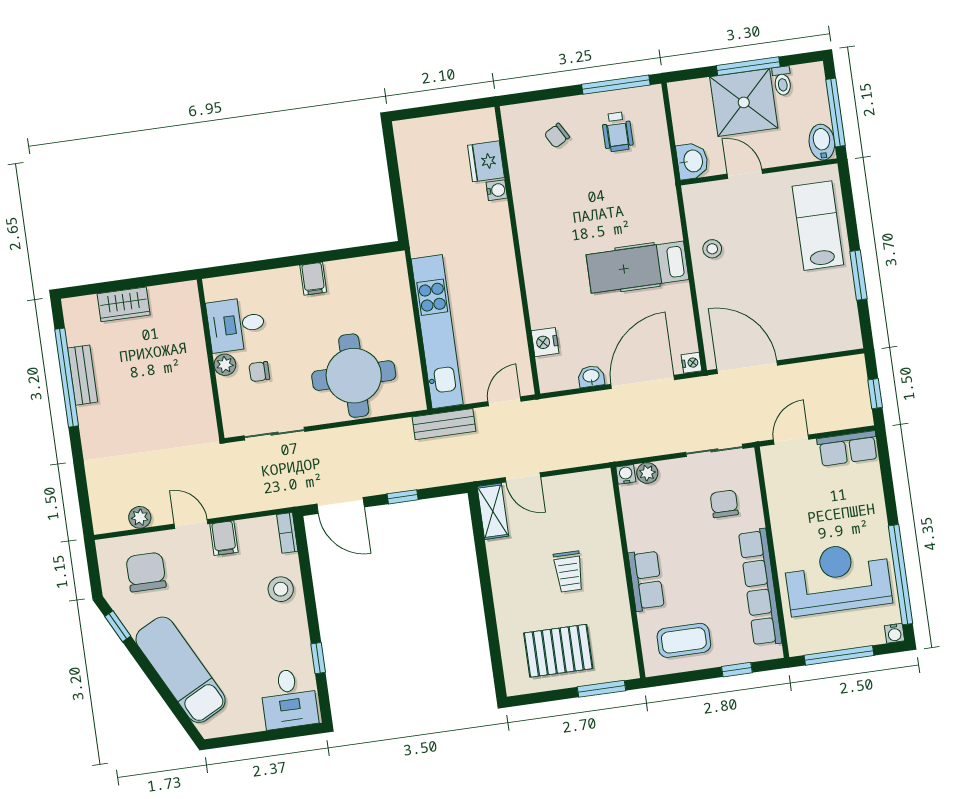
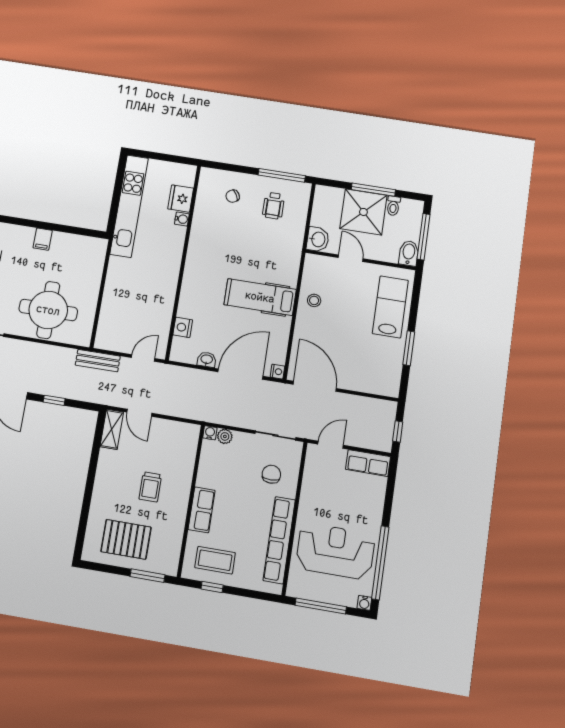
kitchen unit: (437, 332) -> (129, 206), moved
window: (737, 670) -> (212, 587), moved

